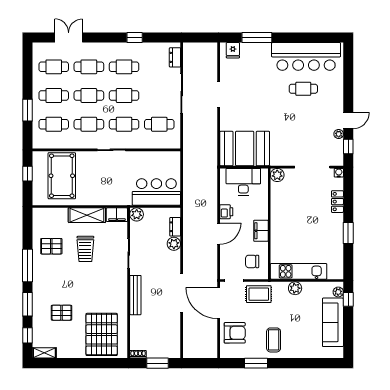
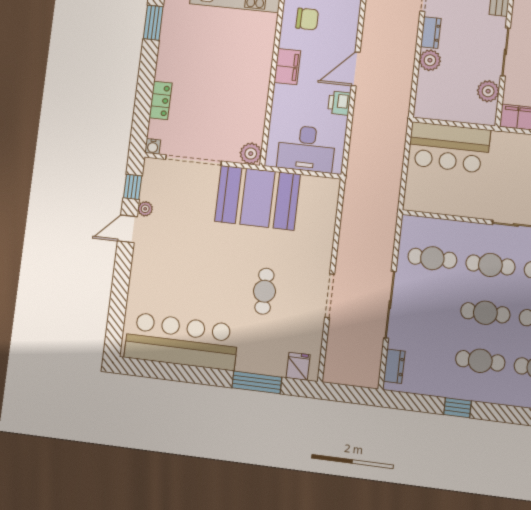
cafe table: (303, 89) -> (264, 291), moved, turned 90
booth: (245, 148) -> (257, 198), moved
plant: (137, 214) -> (488, 91), moved
dresser: (175, 227) -> (431, 33), moved
window: (348, 233) -> (153, 23), moved

